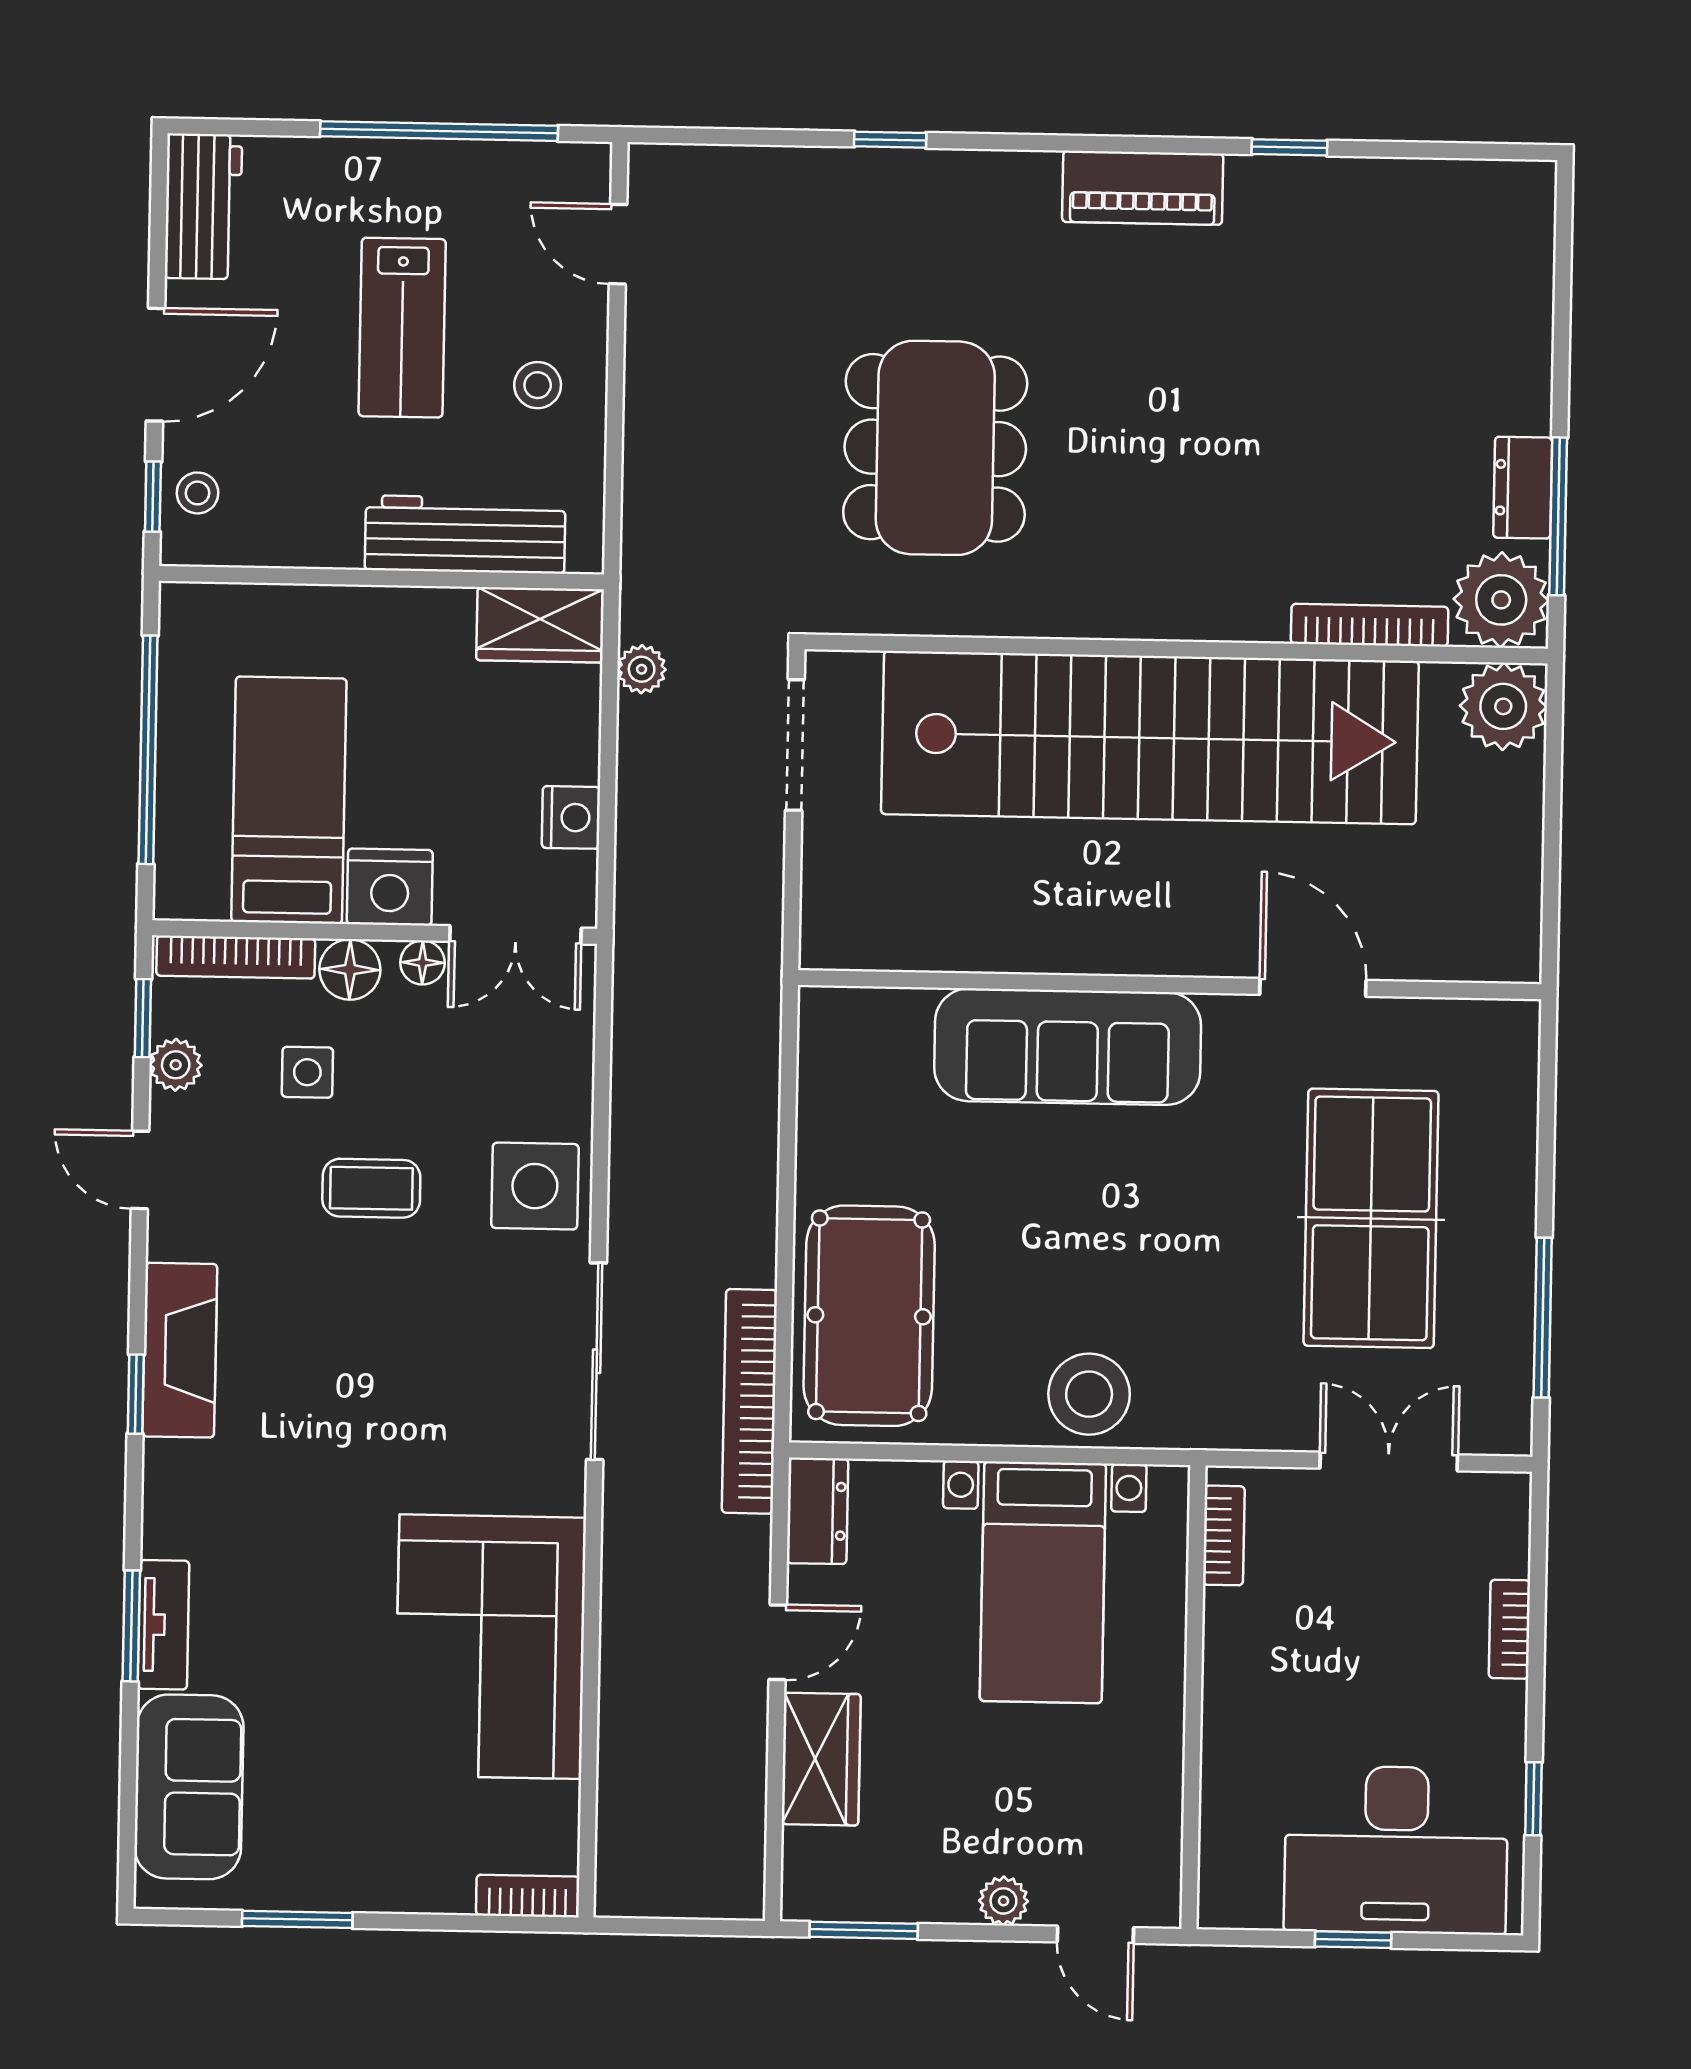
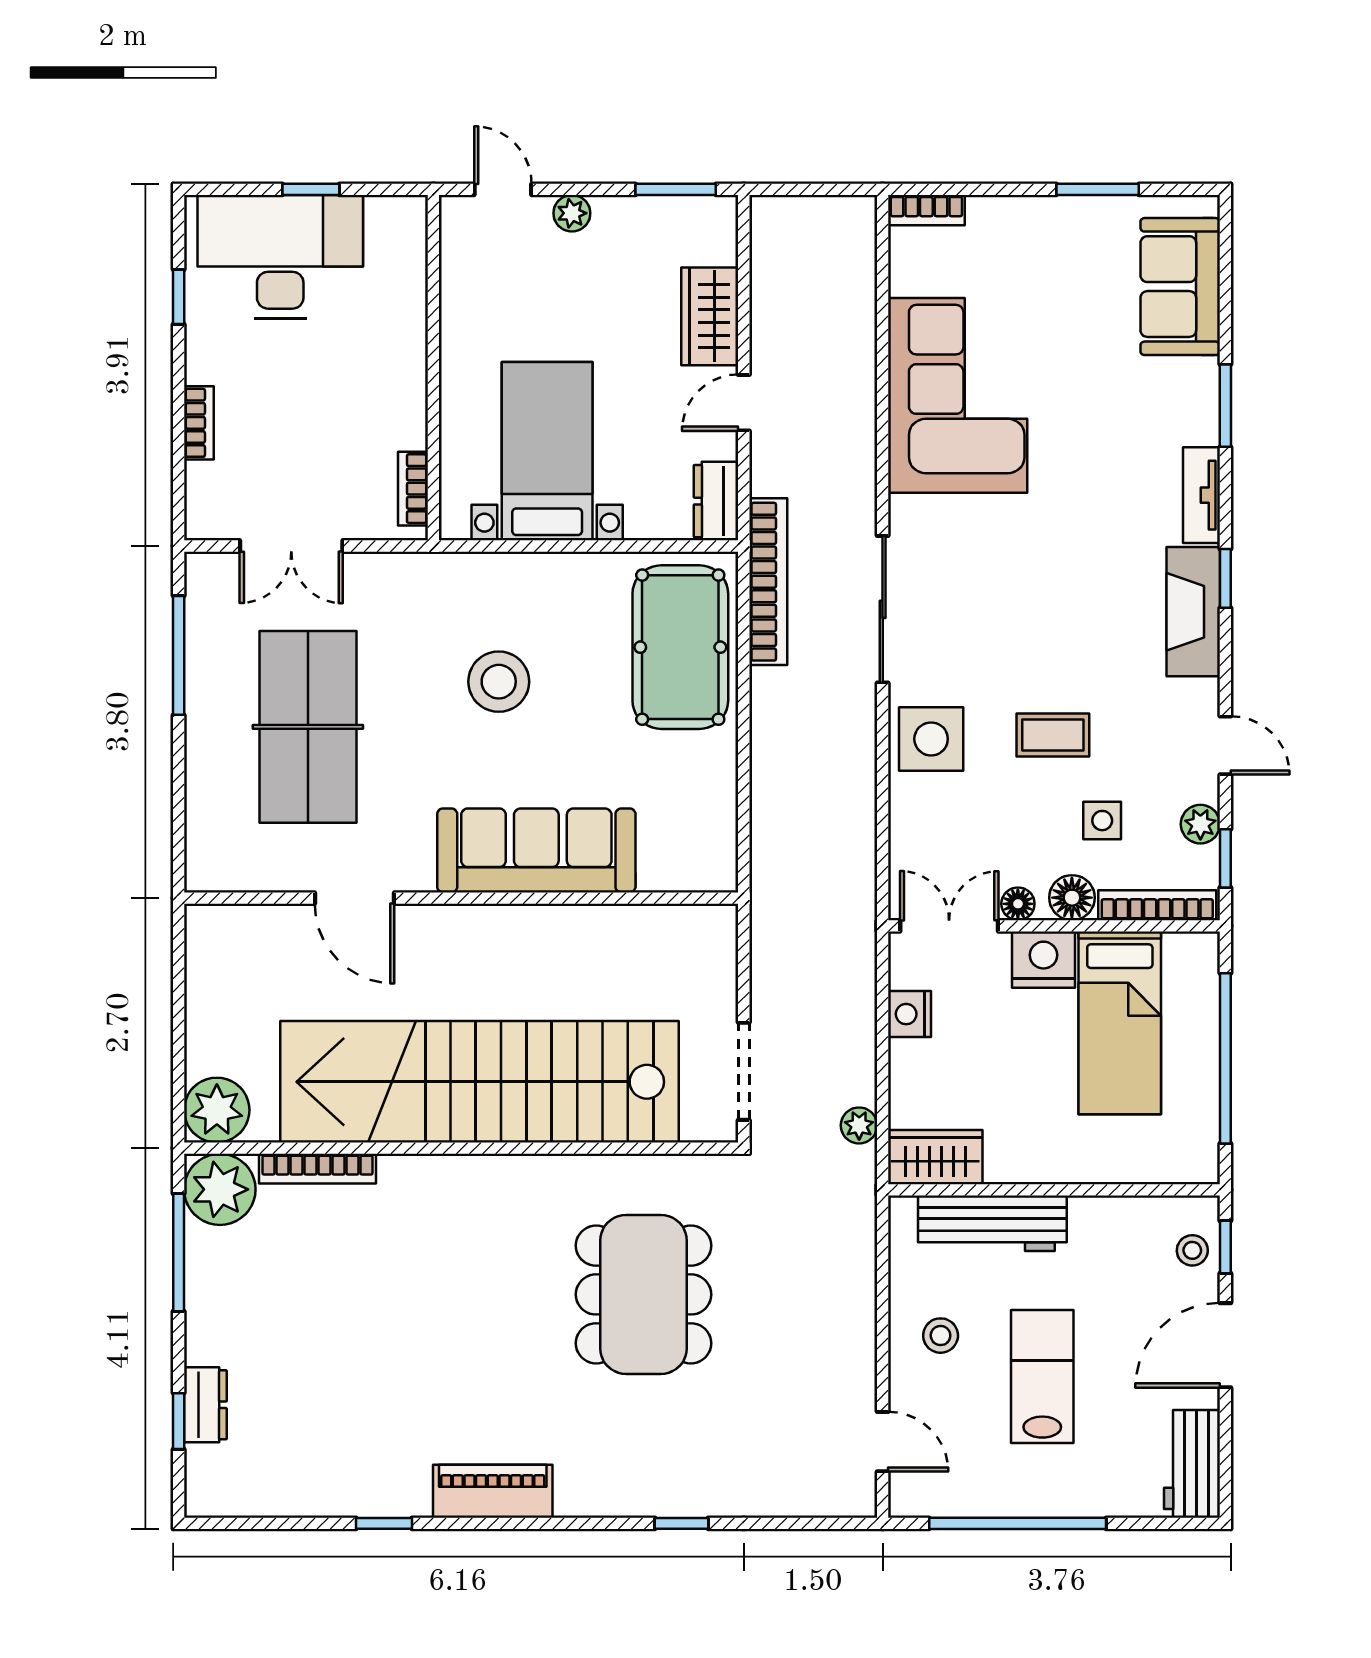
window: (1562, 290) -> (179, 1421), added
dresser: (1523, 488) -> (205, 1405), moved
stool: (1089, 1394) -> (499, 682), moved
tv unit: (163, 1625) -> (1202, 495), moved

